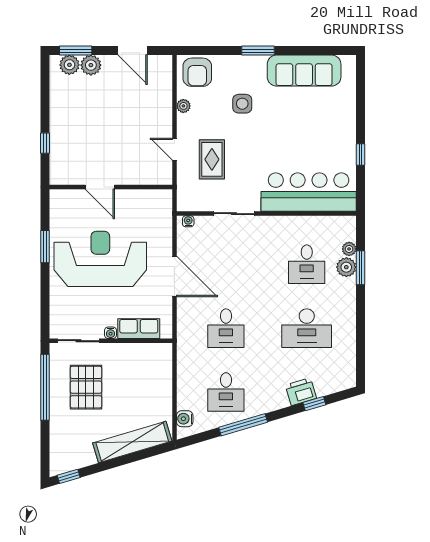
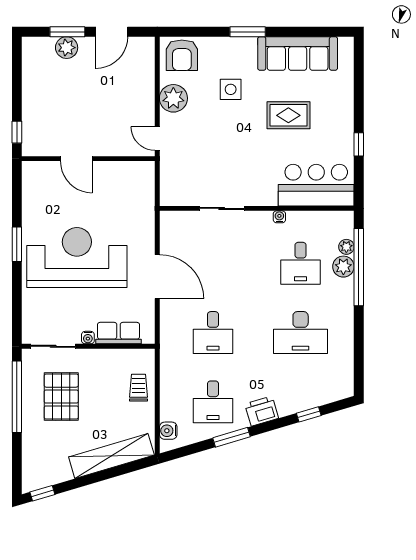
window: (76, 51) -> (67, 32), moved
door: (133, 51) -> (112, 32), hinge flipped
plant: (69, 65) -> (43, 47), removed
plant: (183, 106) -> (173, 98), width x1.87, depth x1.87
rug: (212, 159) -> (288, 115), moved, turned 90
door: (100, 187) -> (76, 159), moved
wall: (111, 187) -> (88, 159), moved
bar counter: (309, 192) -> (316, 185), width x0.73
water cooler: (188, 221) -> (279, 217), moved
window: (360, 268) -> (359, 267), width x2.11
trolley: (157, 379) -> (138, 388), added
printer: (301, 392) -> (262, 411), moved
window: (243, 425) -> (232, 437), width x0.69

